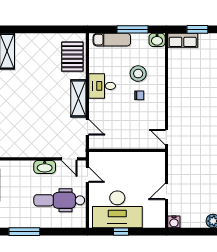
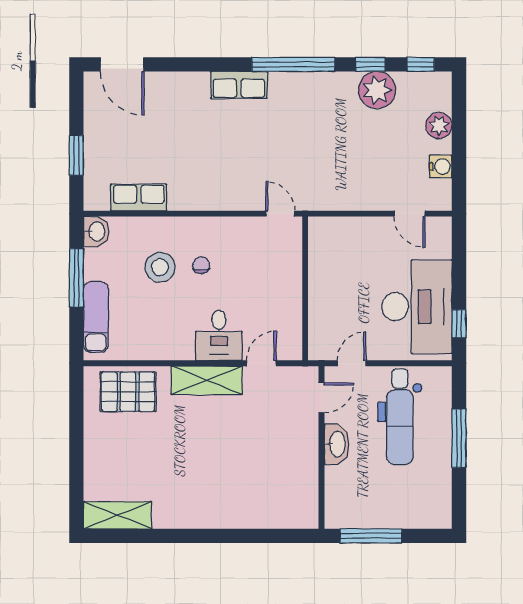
row of seats: (183, 40) -> (139, 197), moved, turned -90
desk: (102, 86) -> (219, 335), moved
door: (166, 137) -> (280, 214), swing flipped
door: (166, 191) -> (410, 214), moved
water cooler: (174, 222) -> (441, 167), moved
window: (24, 232) -> (459, 438), moved
window: (121, 232) -> (459, 324), moved

